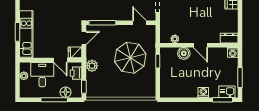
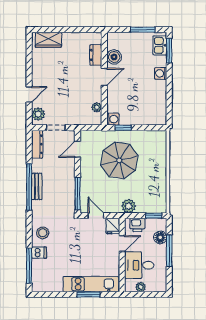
dresser: (229, 38) -> (96, 55), moved
washing machine: (233, 52) -> (113, 119), moved
boiler: (184, 53) -> (114, 57), moved

